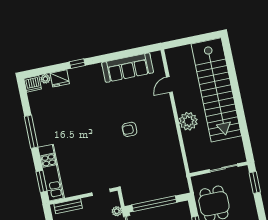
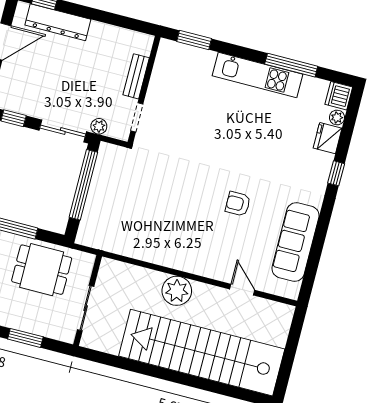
armchair: (130, 129) -> (238, 204), moved, turned -90
window: (31, 132) -> (291, 65), moved
kitchen unit: (51, 173) -> (257, 75), moved
window: (255, 182) -> (25, 338), moved
bench: (68, 206) -> (136, 76), moved

